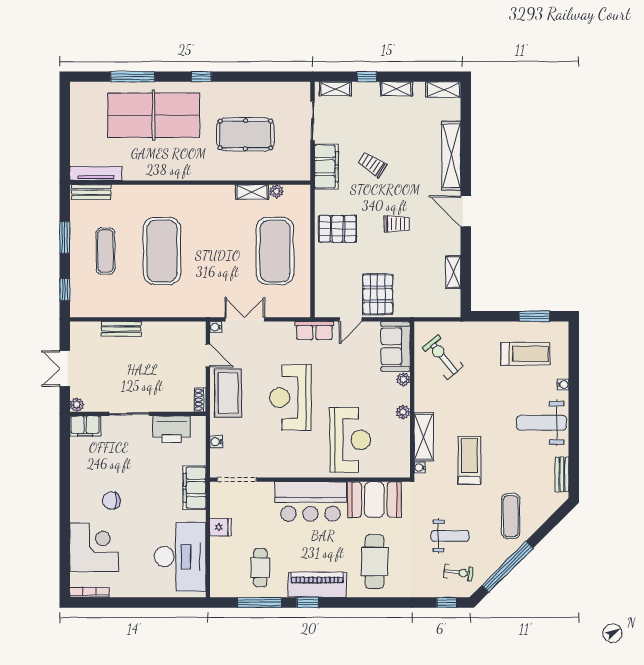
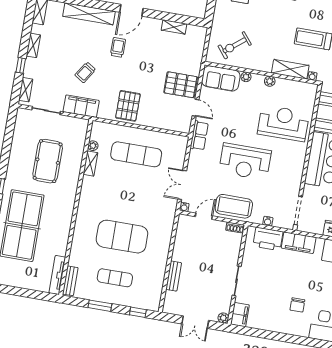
trolley: (397, 224) -> (118, 47), moved
exercise mat: (275, 251) -> (136, 154), width x0.68
printer: (172, 429) -> (268, 239), moved, turned 90

